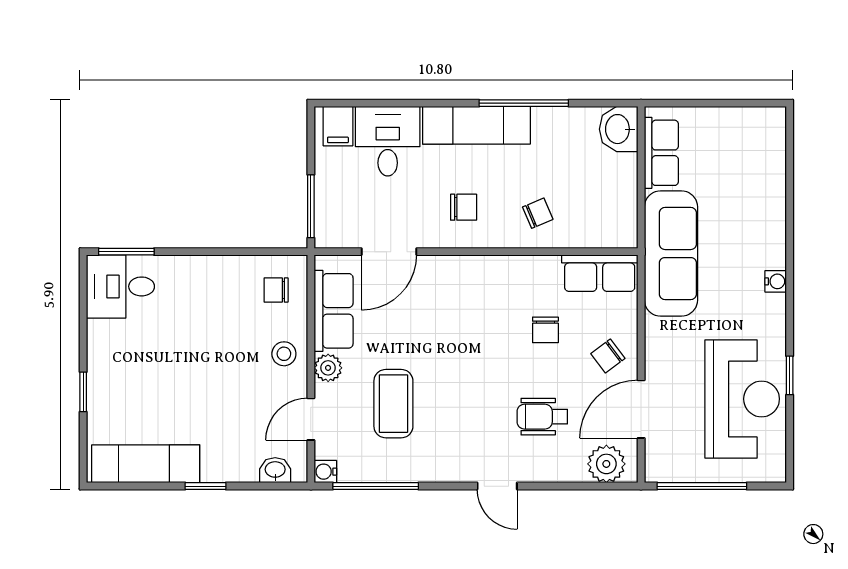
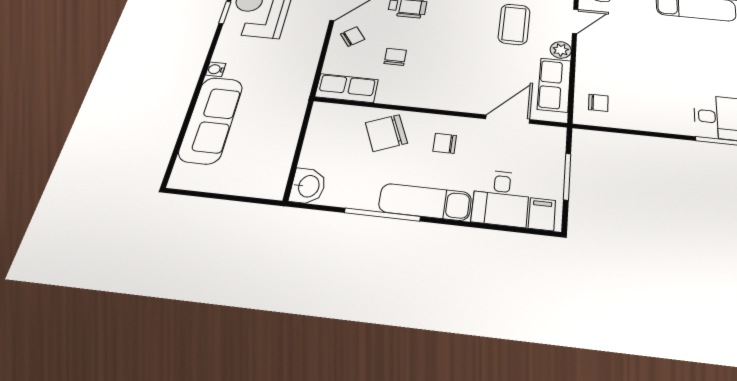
row of seats: (661, 153) -> (278, 165), removed
window: (311, 206) -> (567, 177), moved
chair: (538, 213) -> (386, 133), width x1.87, depth x1.87
sofa: (671, 254) -> (211, 120), moved, turned 180
stool: (284, 354) -> (594, 62), removed

